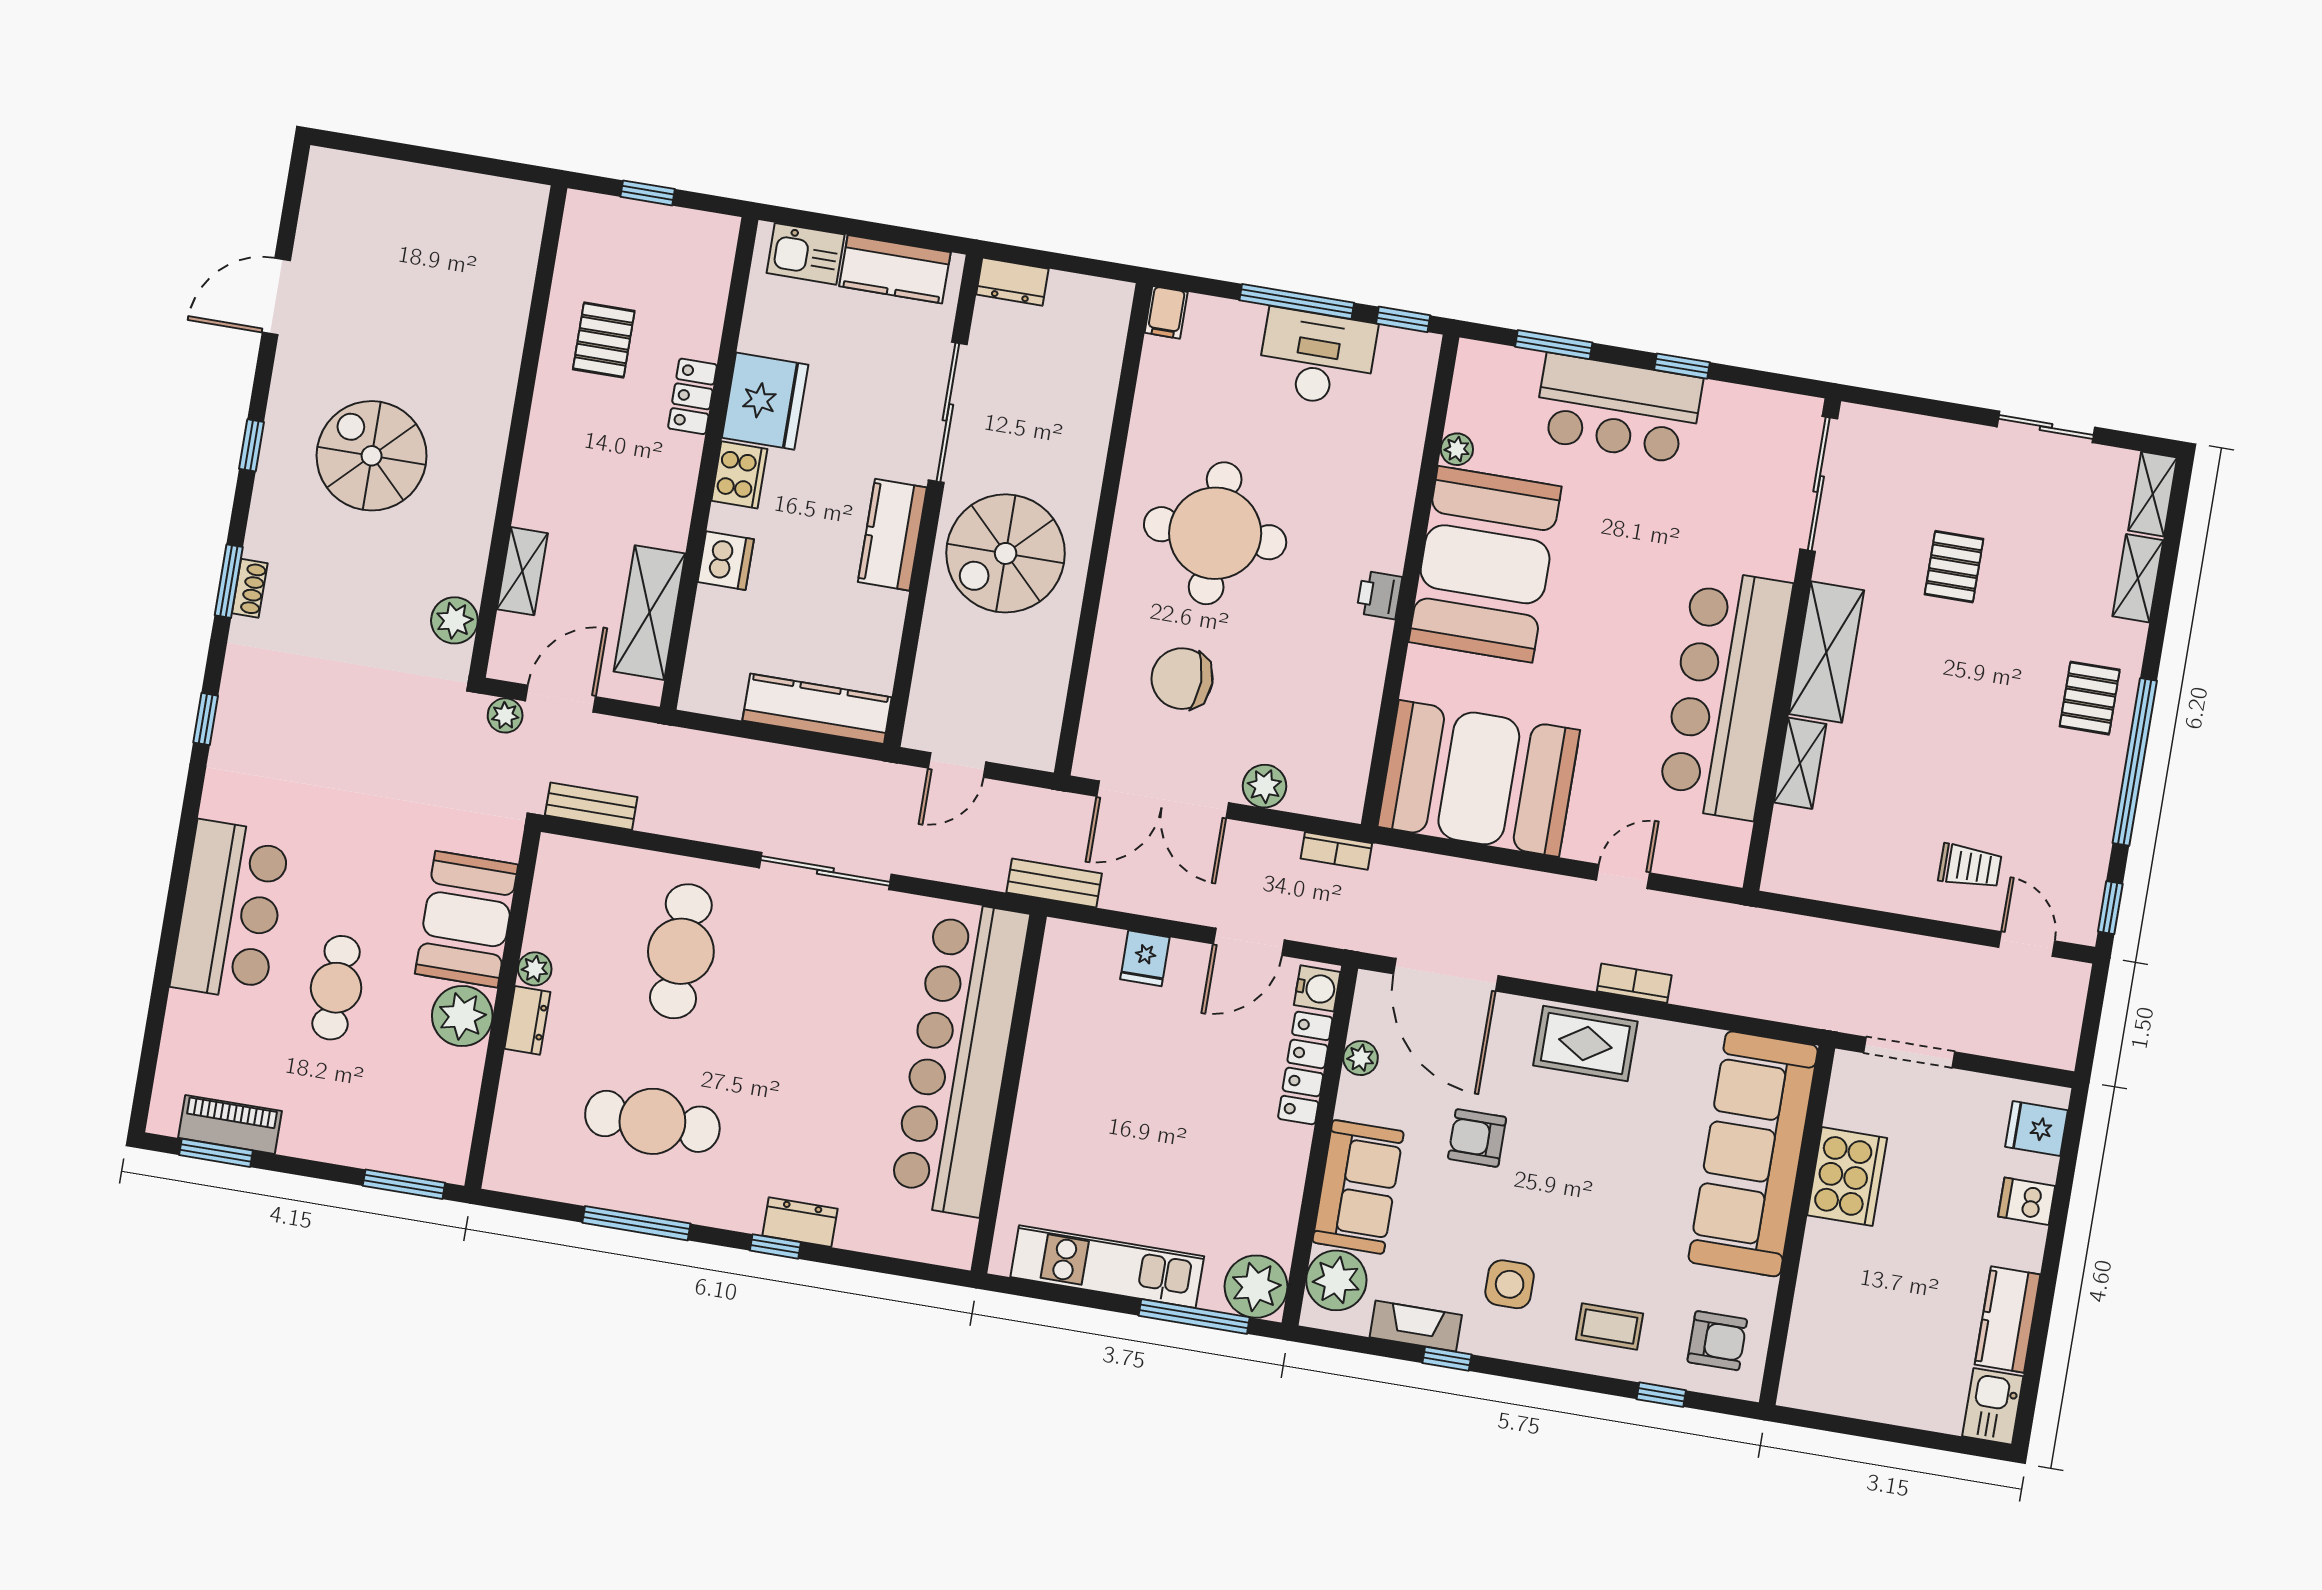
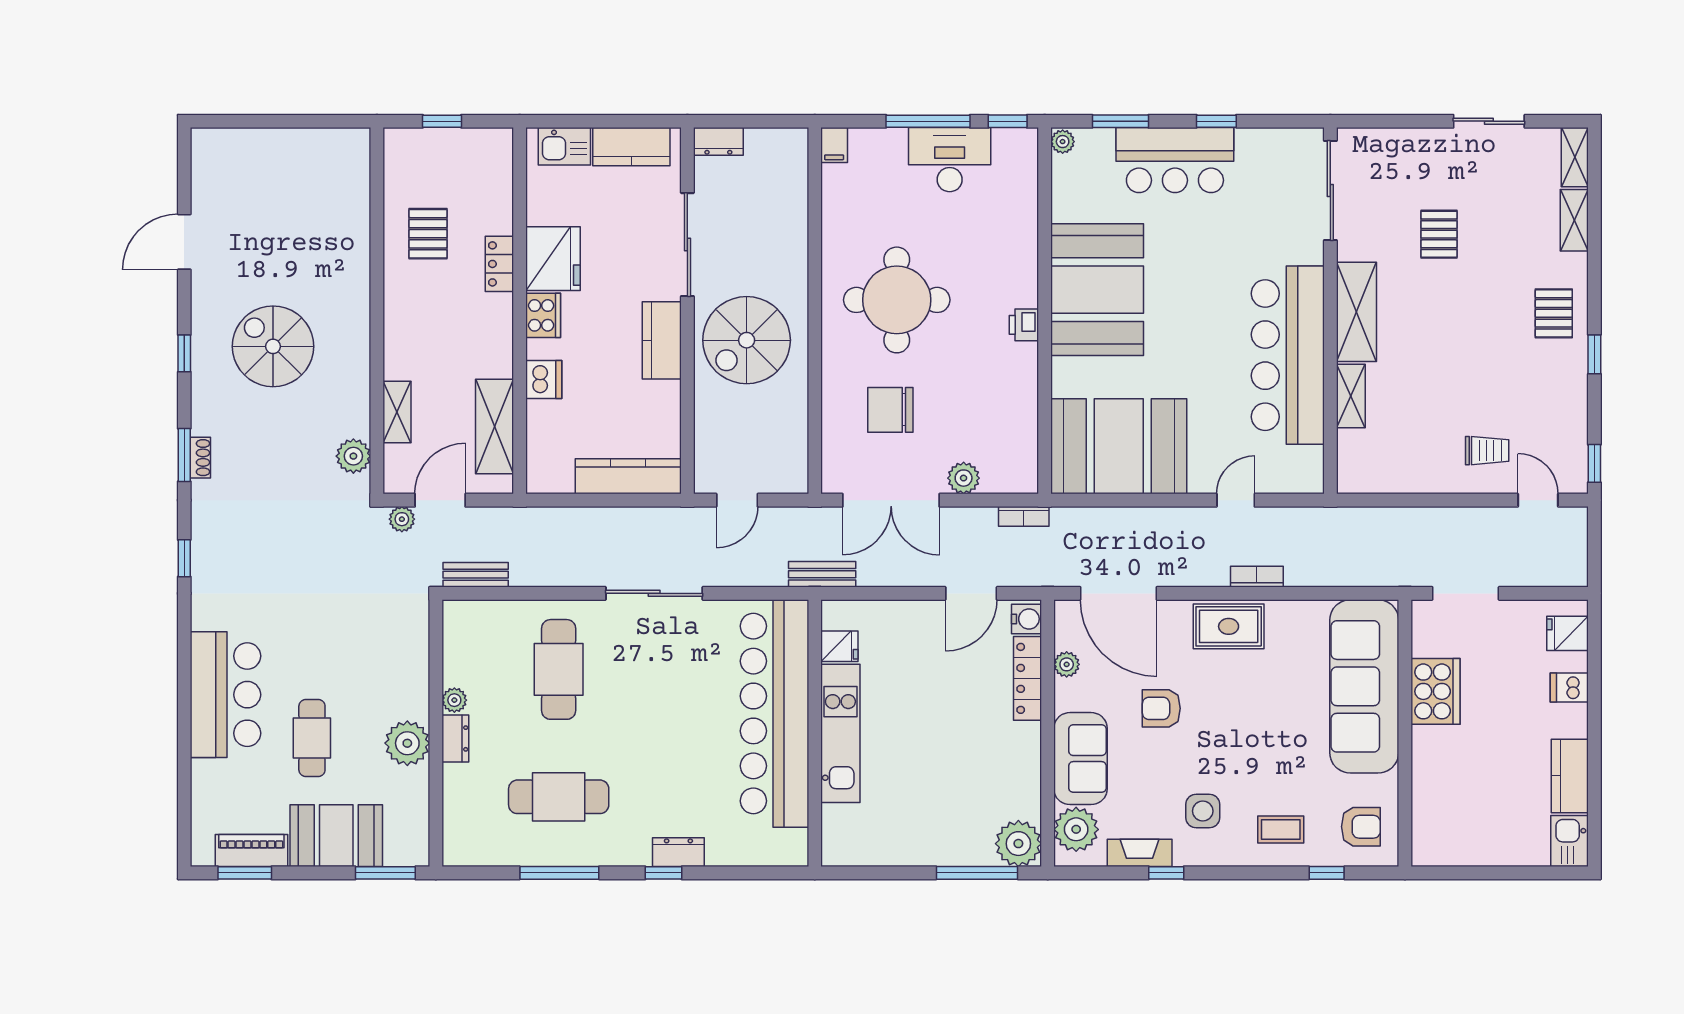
plant: (1457, 449) -> (1063, 142), moved
window: (2135, 762) -> (1594, 354), width x0.32
booth: (467, 919) -> (336, 836), moved, turned 90
fridge: (1145, 958) -> (839, 646), moved, turned -90
kitchen unit: (1107, 1267) -> (840, 733), moved, turned 90

